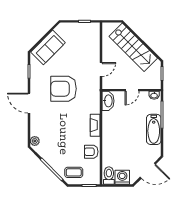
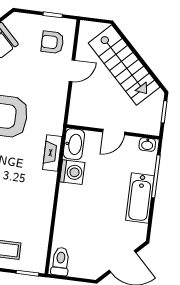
door: (101, 70) -> (72, 71), moved
fireplace: (95, 125) -> (52, 153), moved
armchair: (91, 152) -> (52, 42), moved
washing machine: (122, 177) -> (72, 172), moved, turned 90

